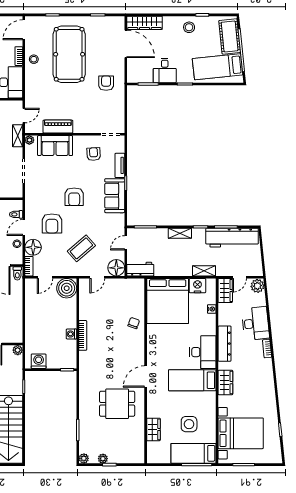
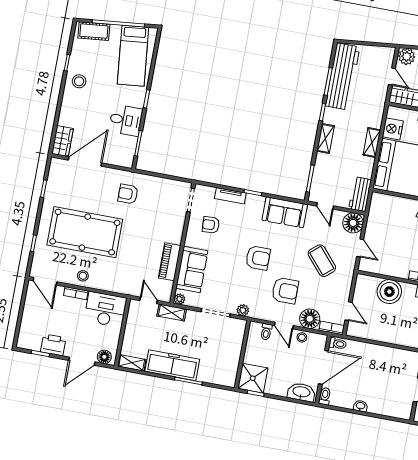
wardrobe: (145, 23) -> (62, 141), width x0.67
cot: (230, 36) -> (94, 31), width x0.73, depth x0.75
plant: (30, 192) -> (243, 310), added
sofa: (115, 196) -> (285, 212), moved
shelving: (204, 271) -> (372, 142), moved
boiler: (67, 288) -> (389, 292), moved

